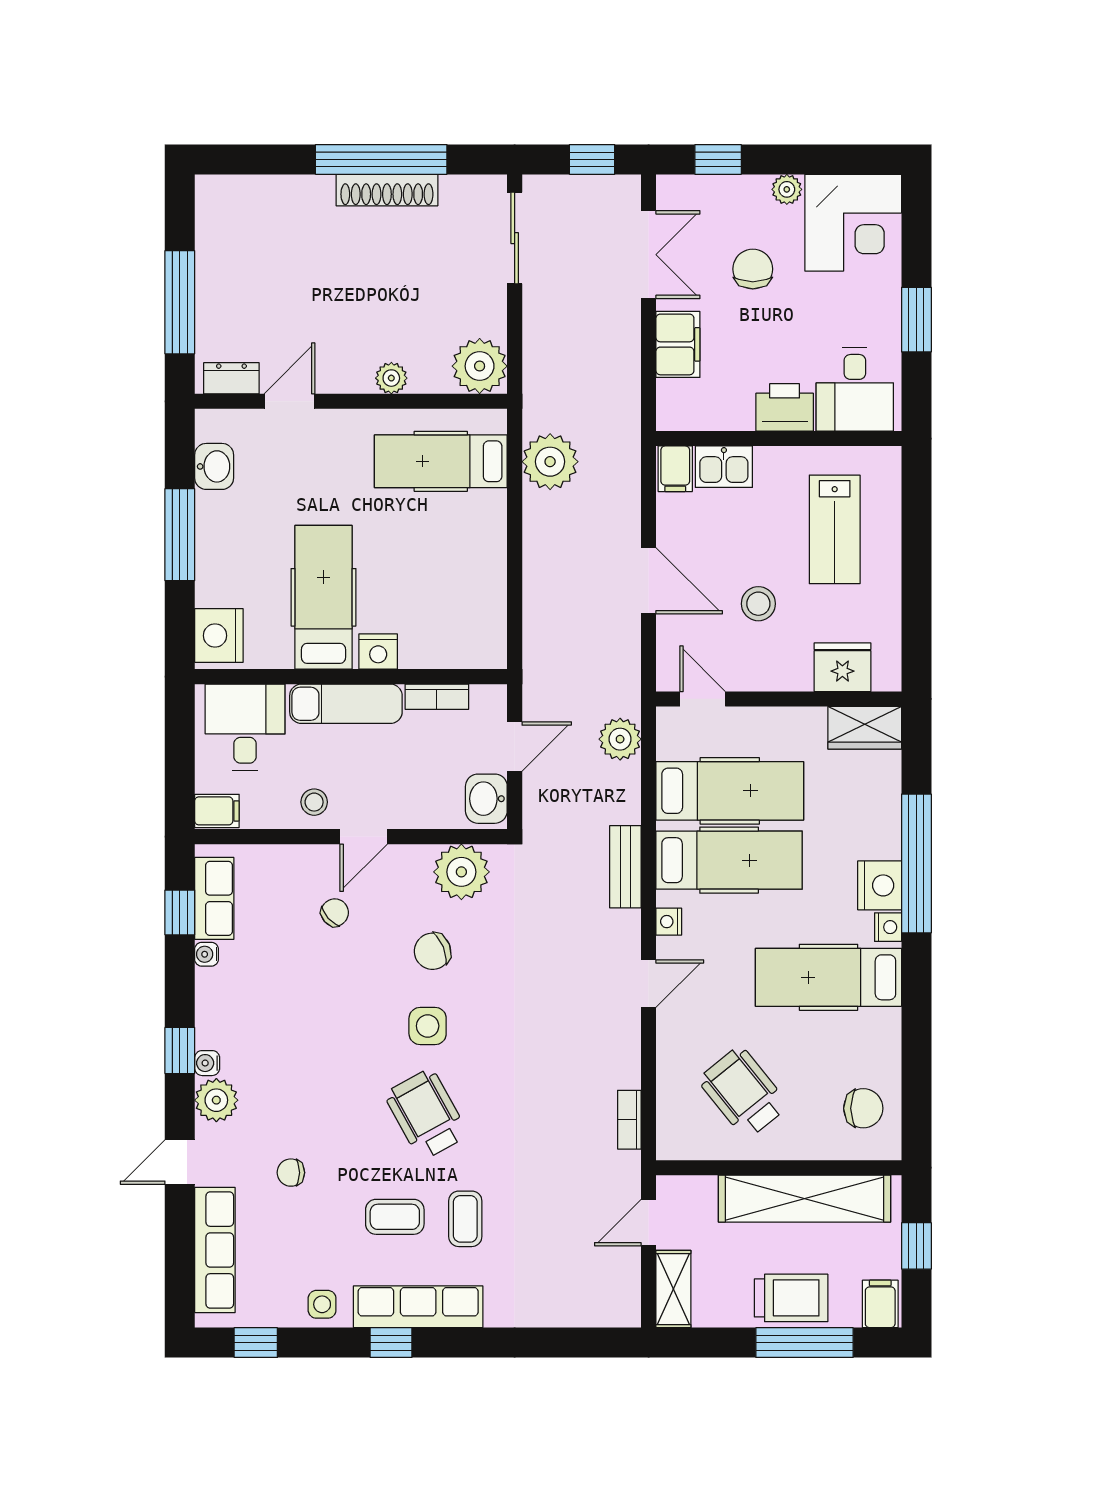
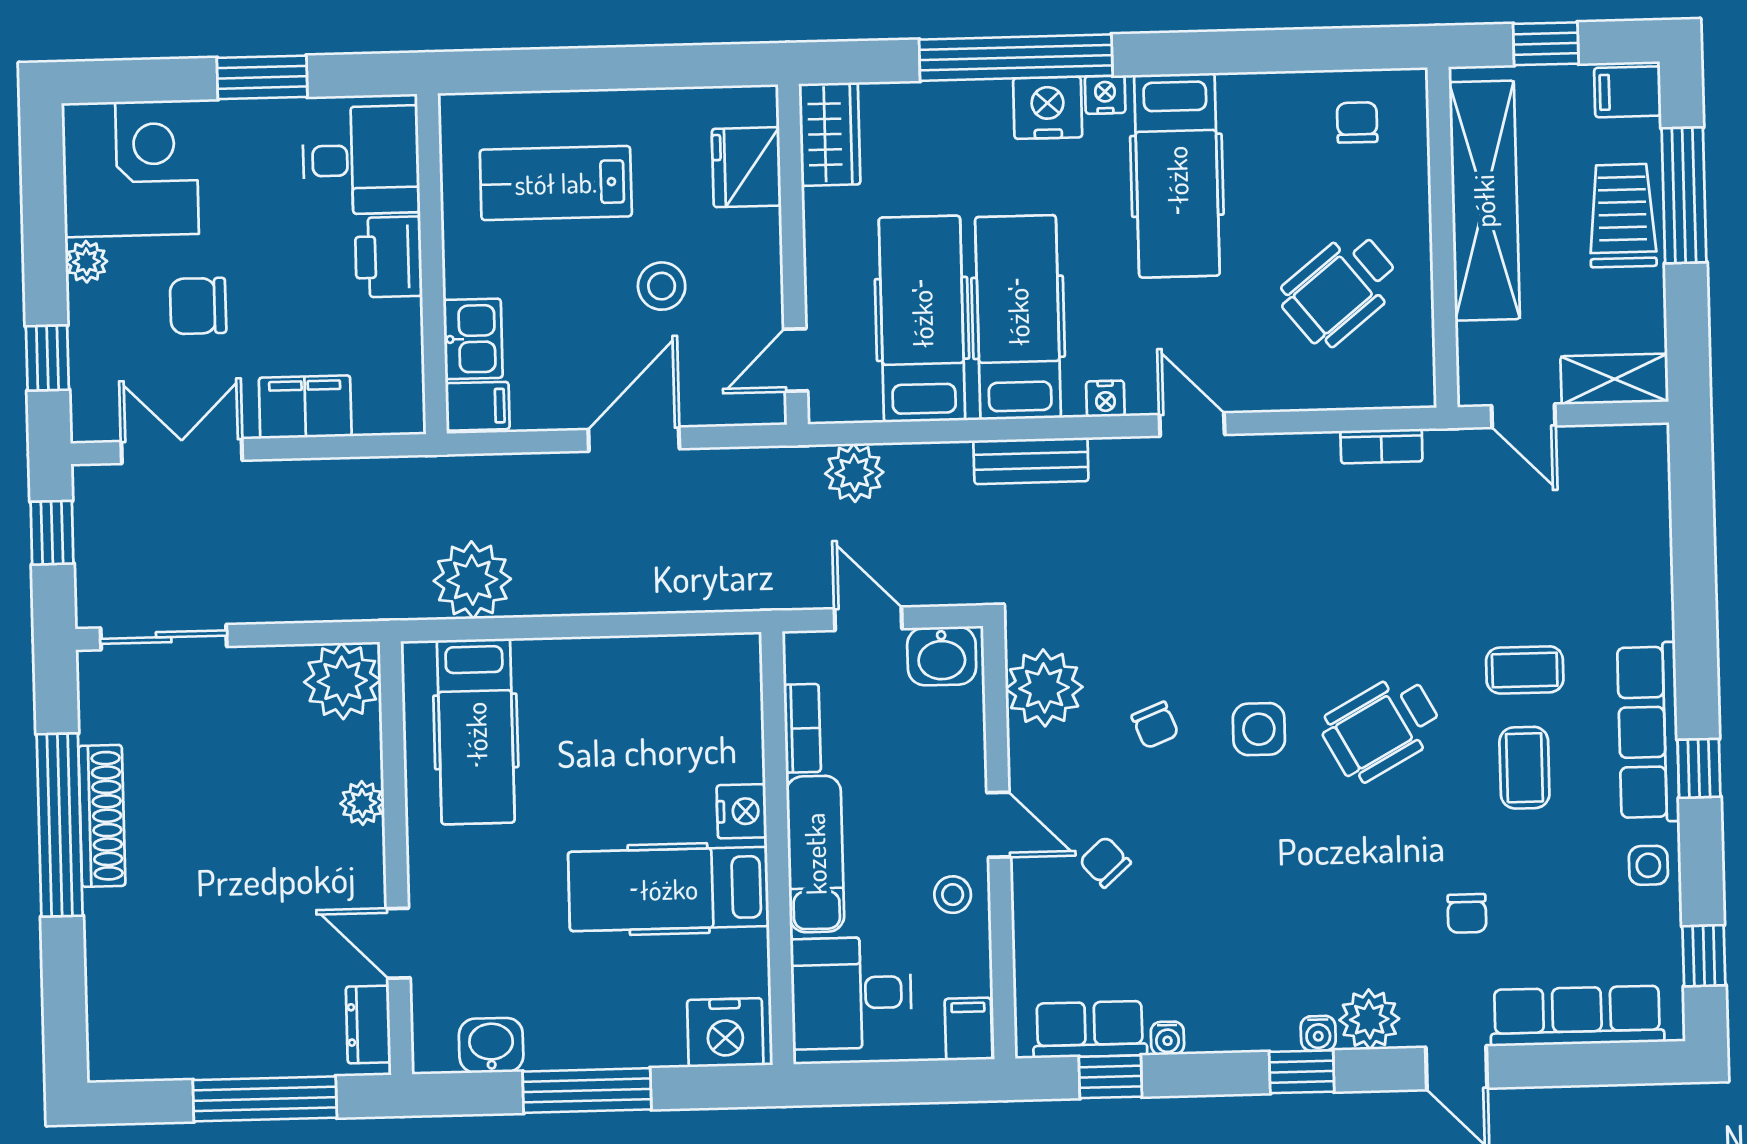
lab bench: (835, 529) -> (556, 183), turned 180
chair: (432, 951) -> (1155, 725), width x0.73, depth x0.73
chair: (863, 1108) -> (1357, 122), width x0.73, depth x0.73

